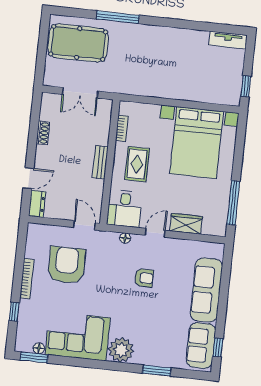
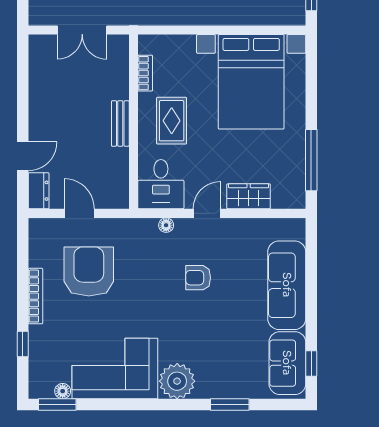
shoe rack: (43, 133) -> (36, 91), removed
door: (84, 225) -> (79, 213), moved
armchair: (144, 278) -> (198, 278), turned 180

